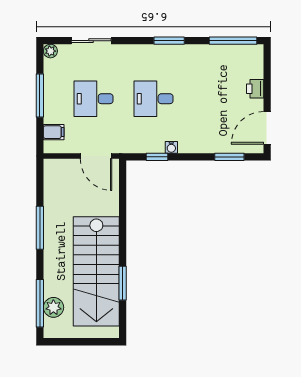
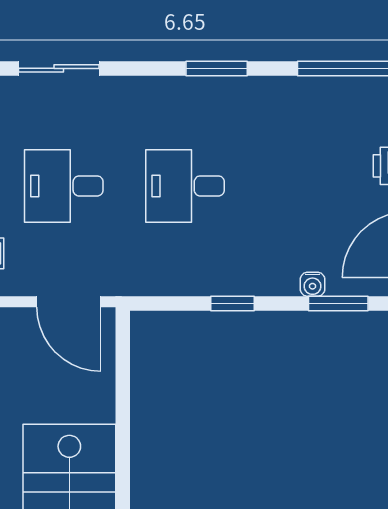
water cooler: (171, 147) -> (313, 284), moved
window: (157, 157) -> (233, 303), moved

